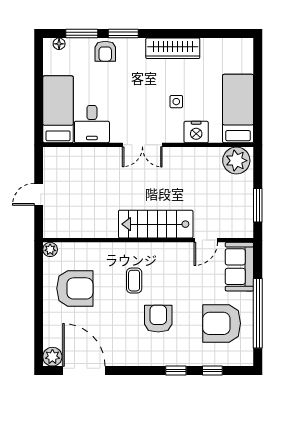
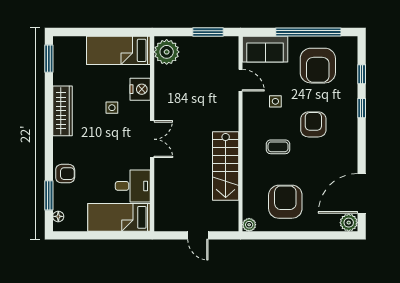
window: (123, 34) -> (49, 59), moved
stairs: (156, 224) -> (226, 166), moved
side table: (183, 278) -> (275, 101), added
armchair: (158, 319) -> (313, 124), turned 90

